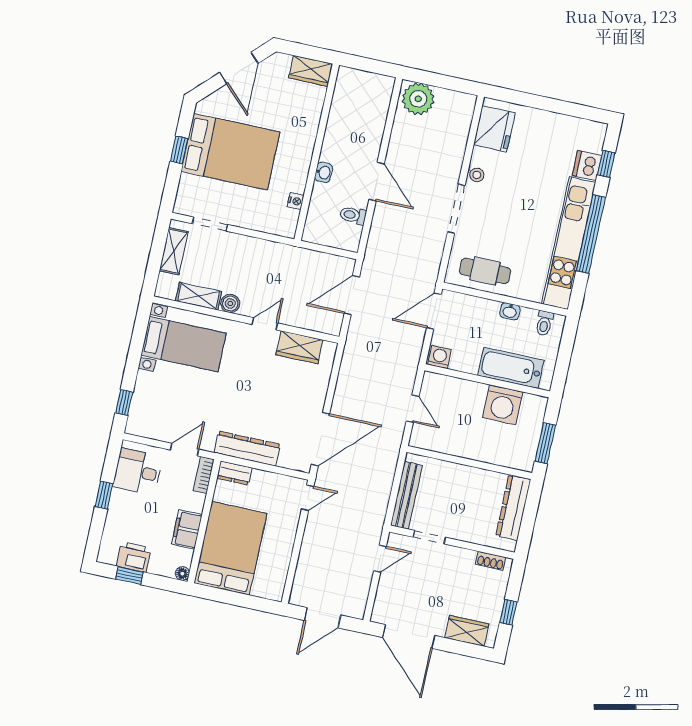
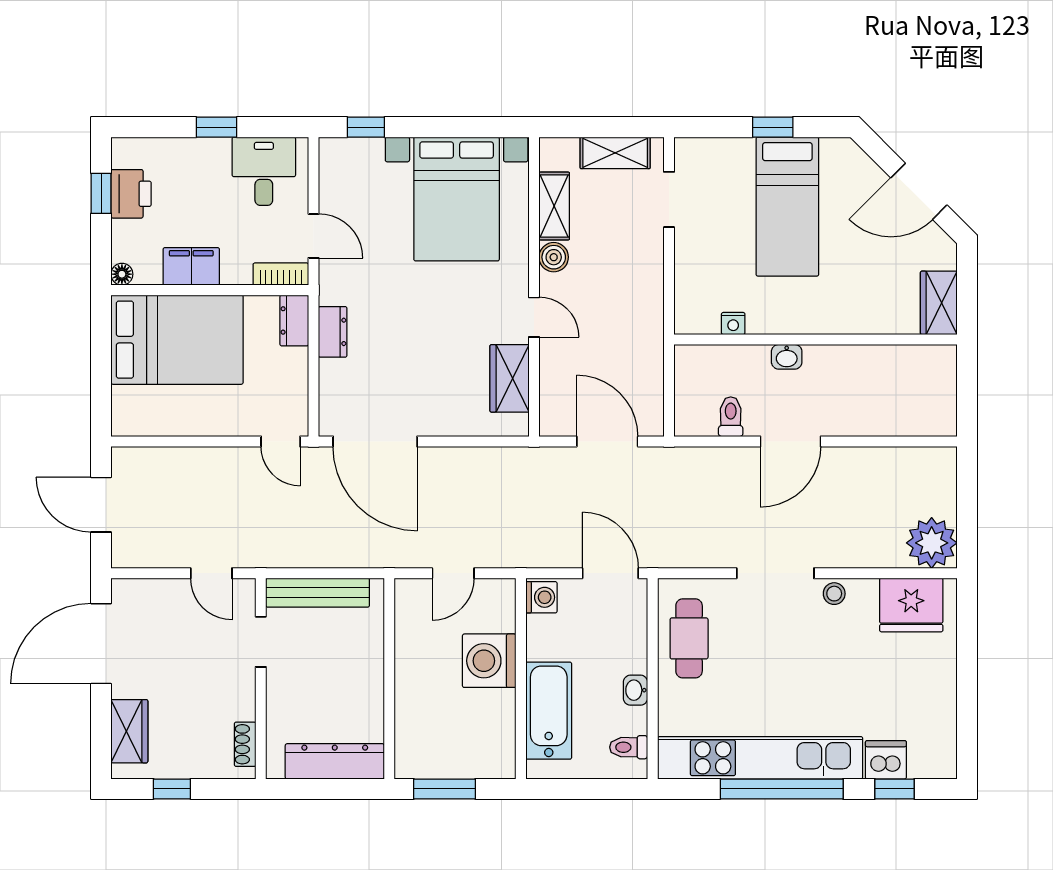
plant: (418, 99) -> (932, 543), moved
bed: (230, 152) -> (787, 207), width x0.67
bed with nightstands: (184, 344) -> (457, 199), width x1.36
washing machine: (503, 405) -> (489, 661), moved
dresser: (247, 448) -> (333, 332), width x0.51, depth x0.80

